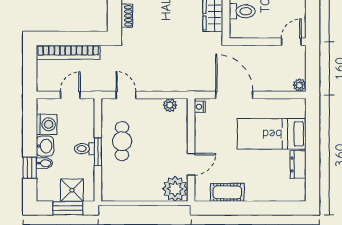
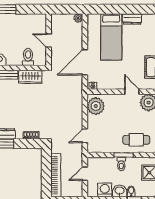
door: (291, 42) -> (49, 41), moved
door: (70, 95) -> (85, 174), hinge flipped
plant: (170, 105) -> (96, 106), width x1.87, depth x1.87
cafe table: (122, 141) -> (136, 140), moved

